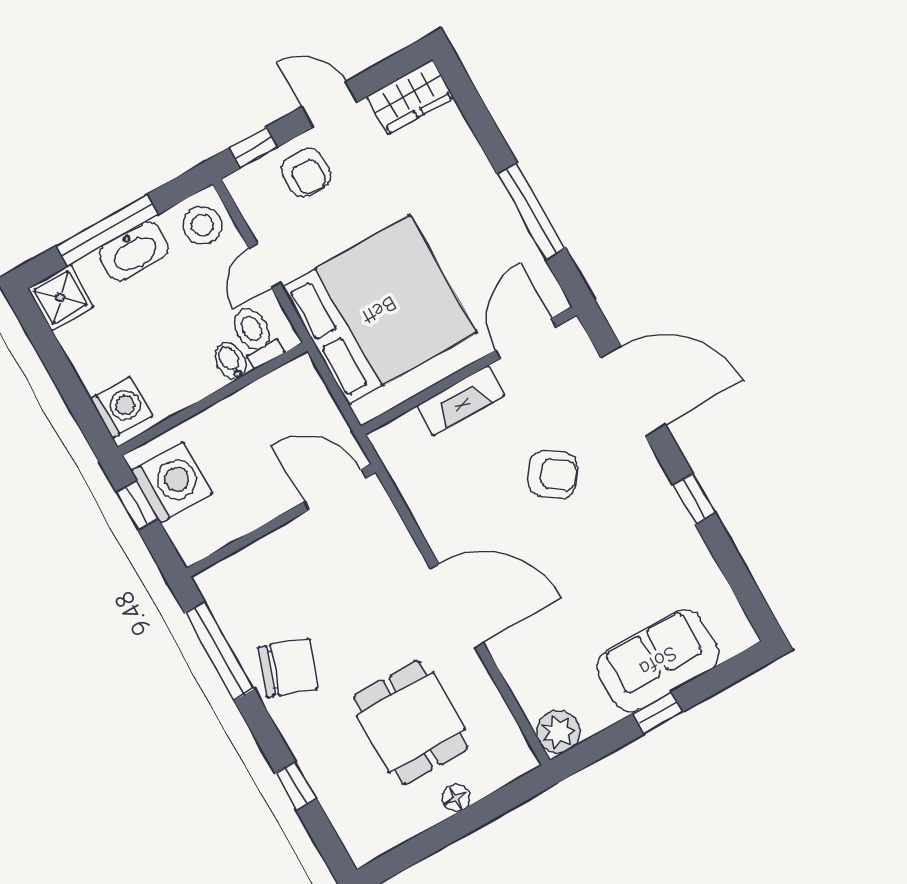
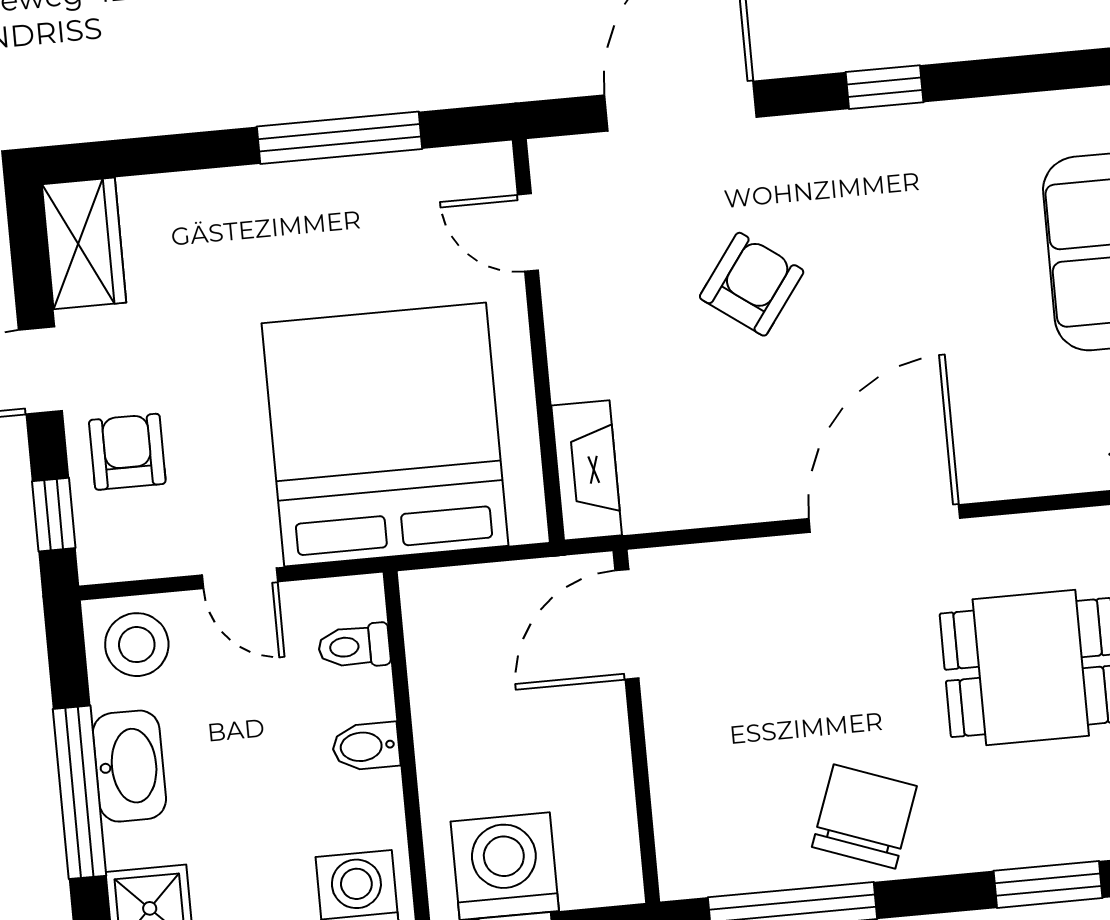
armchair: (306, 172) -> (127, 452), turned -90
toilet: (255, 336) -> (354, 646), width x0.73, depth x0.72
door: (526, 338) -> (528, 233), width x0.73
bidet: (230, 361) -> (366, 746), moved
fireplace: (461, 401) -> (587, 470), moved
window: (296, 786) -> (1048, 884), width x1.50

